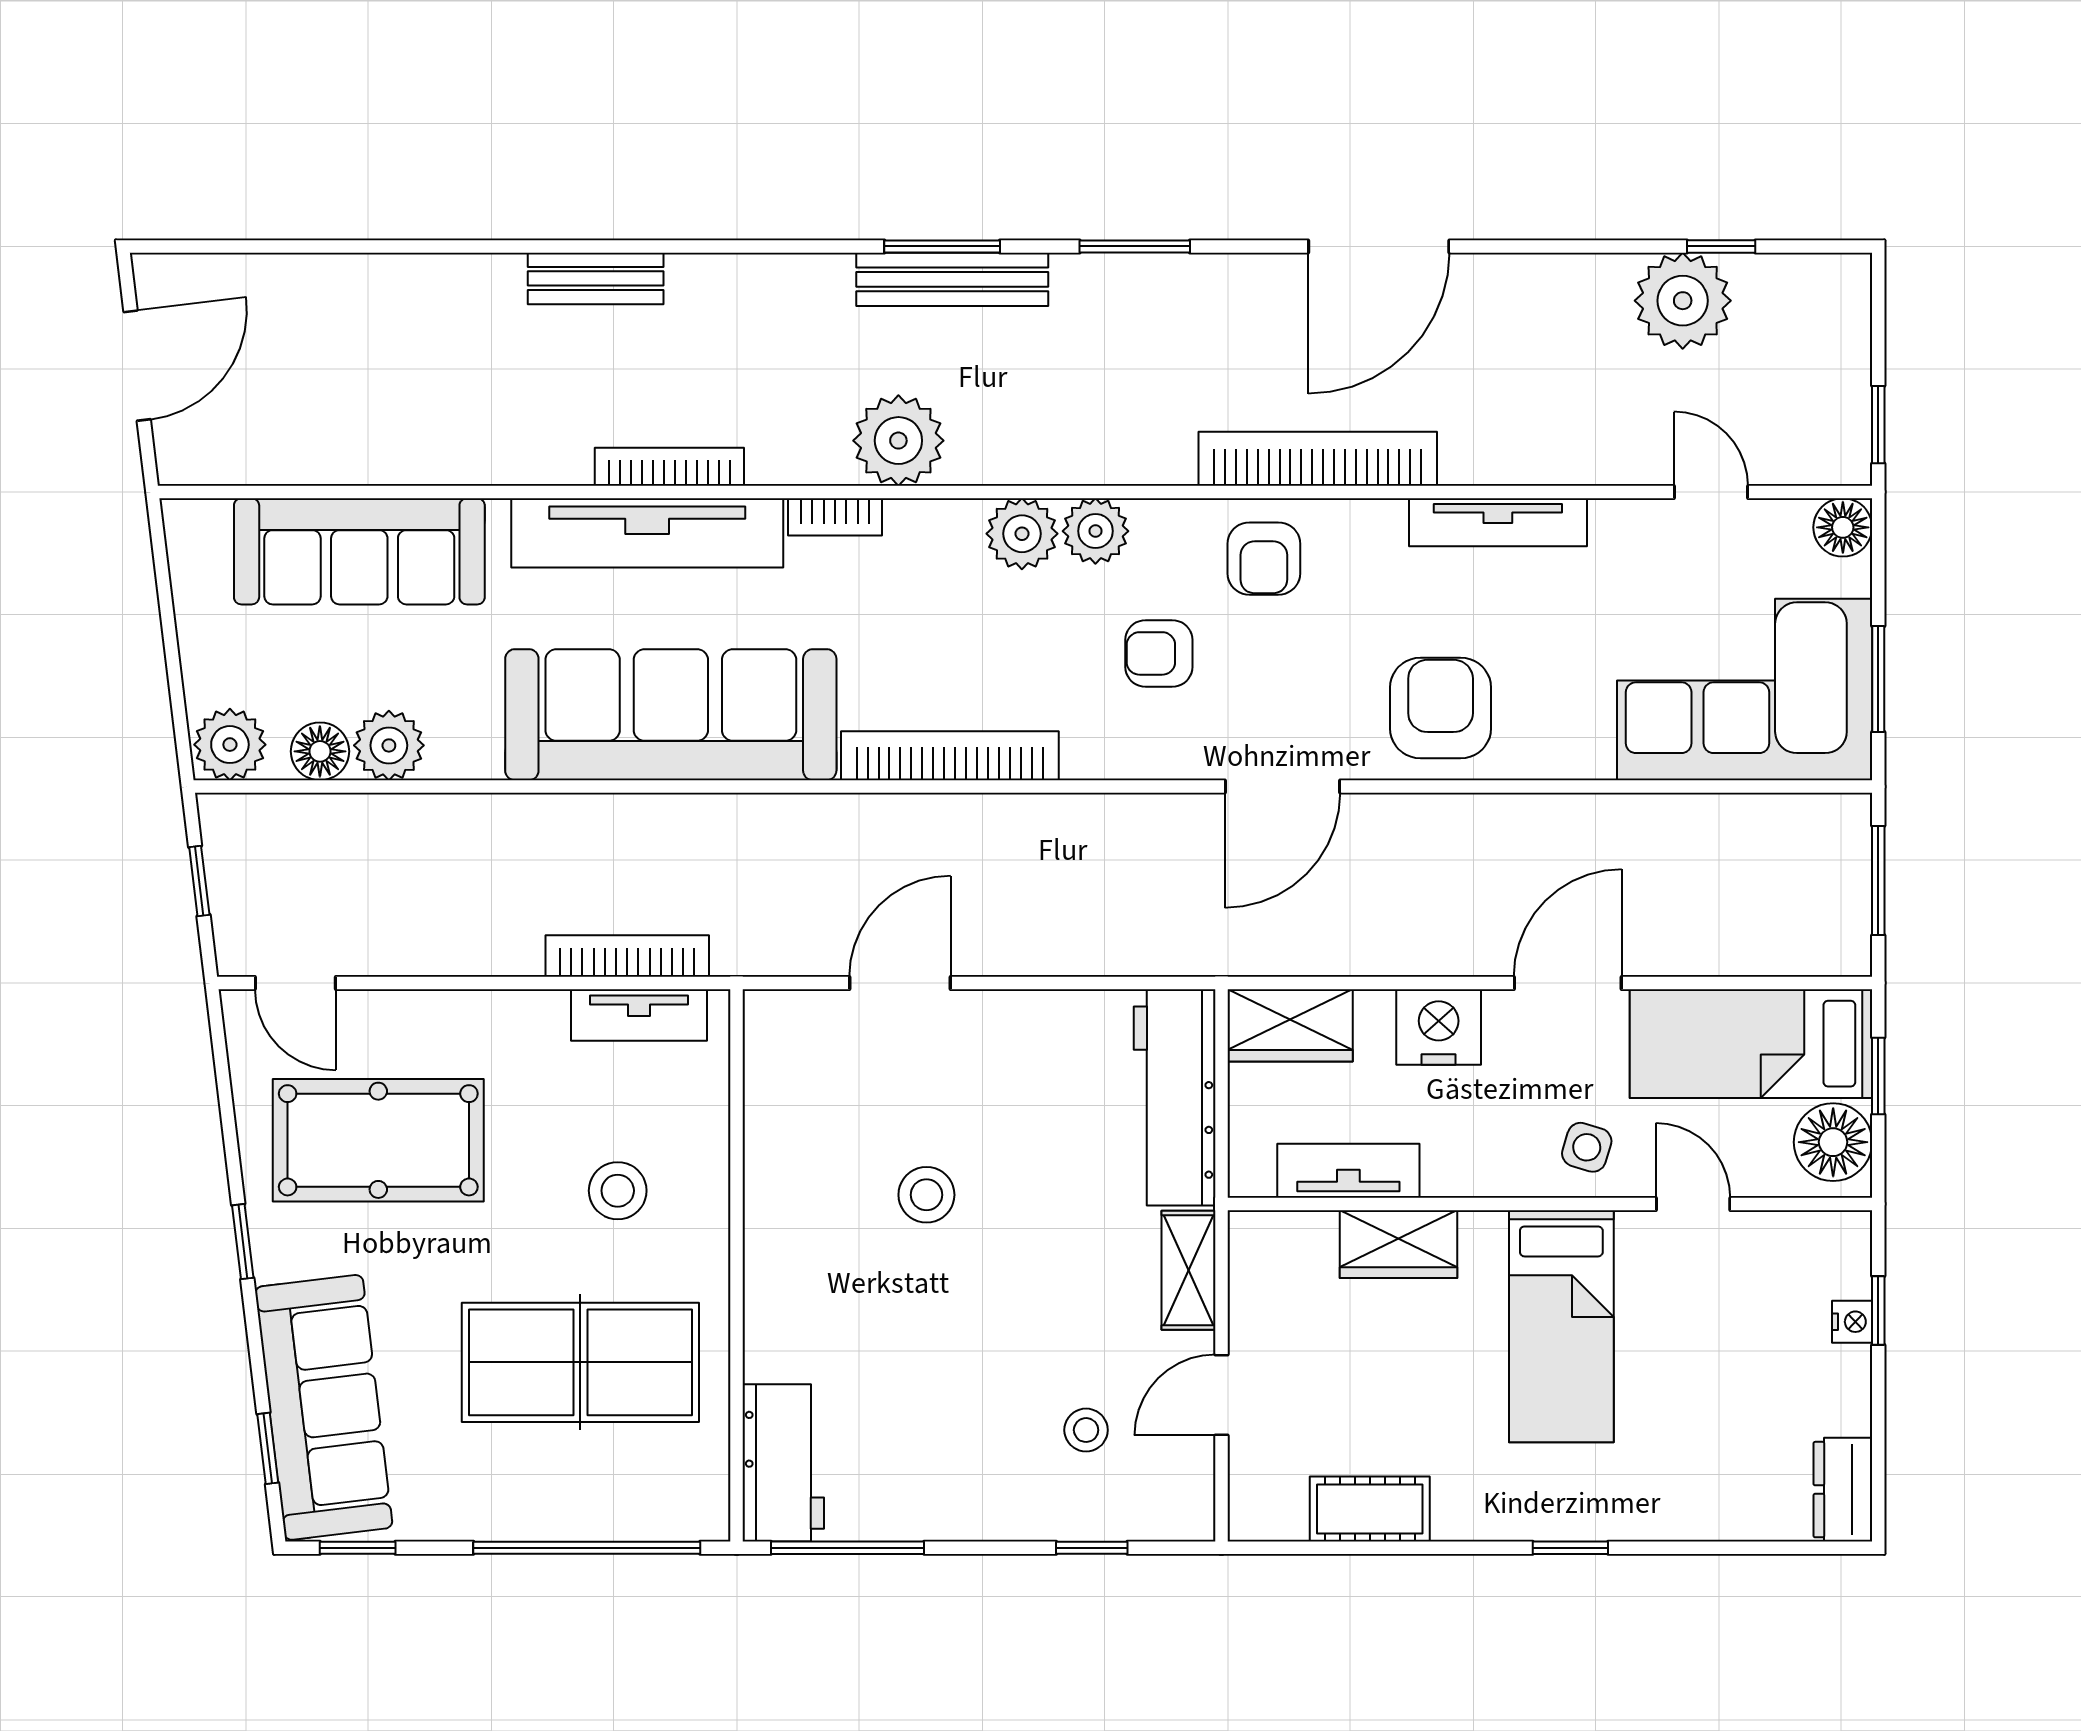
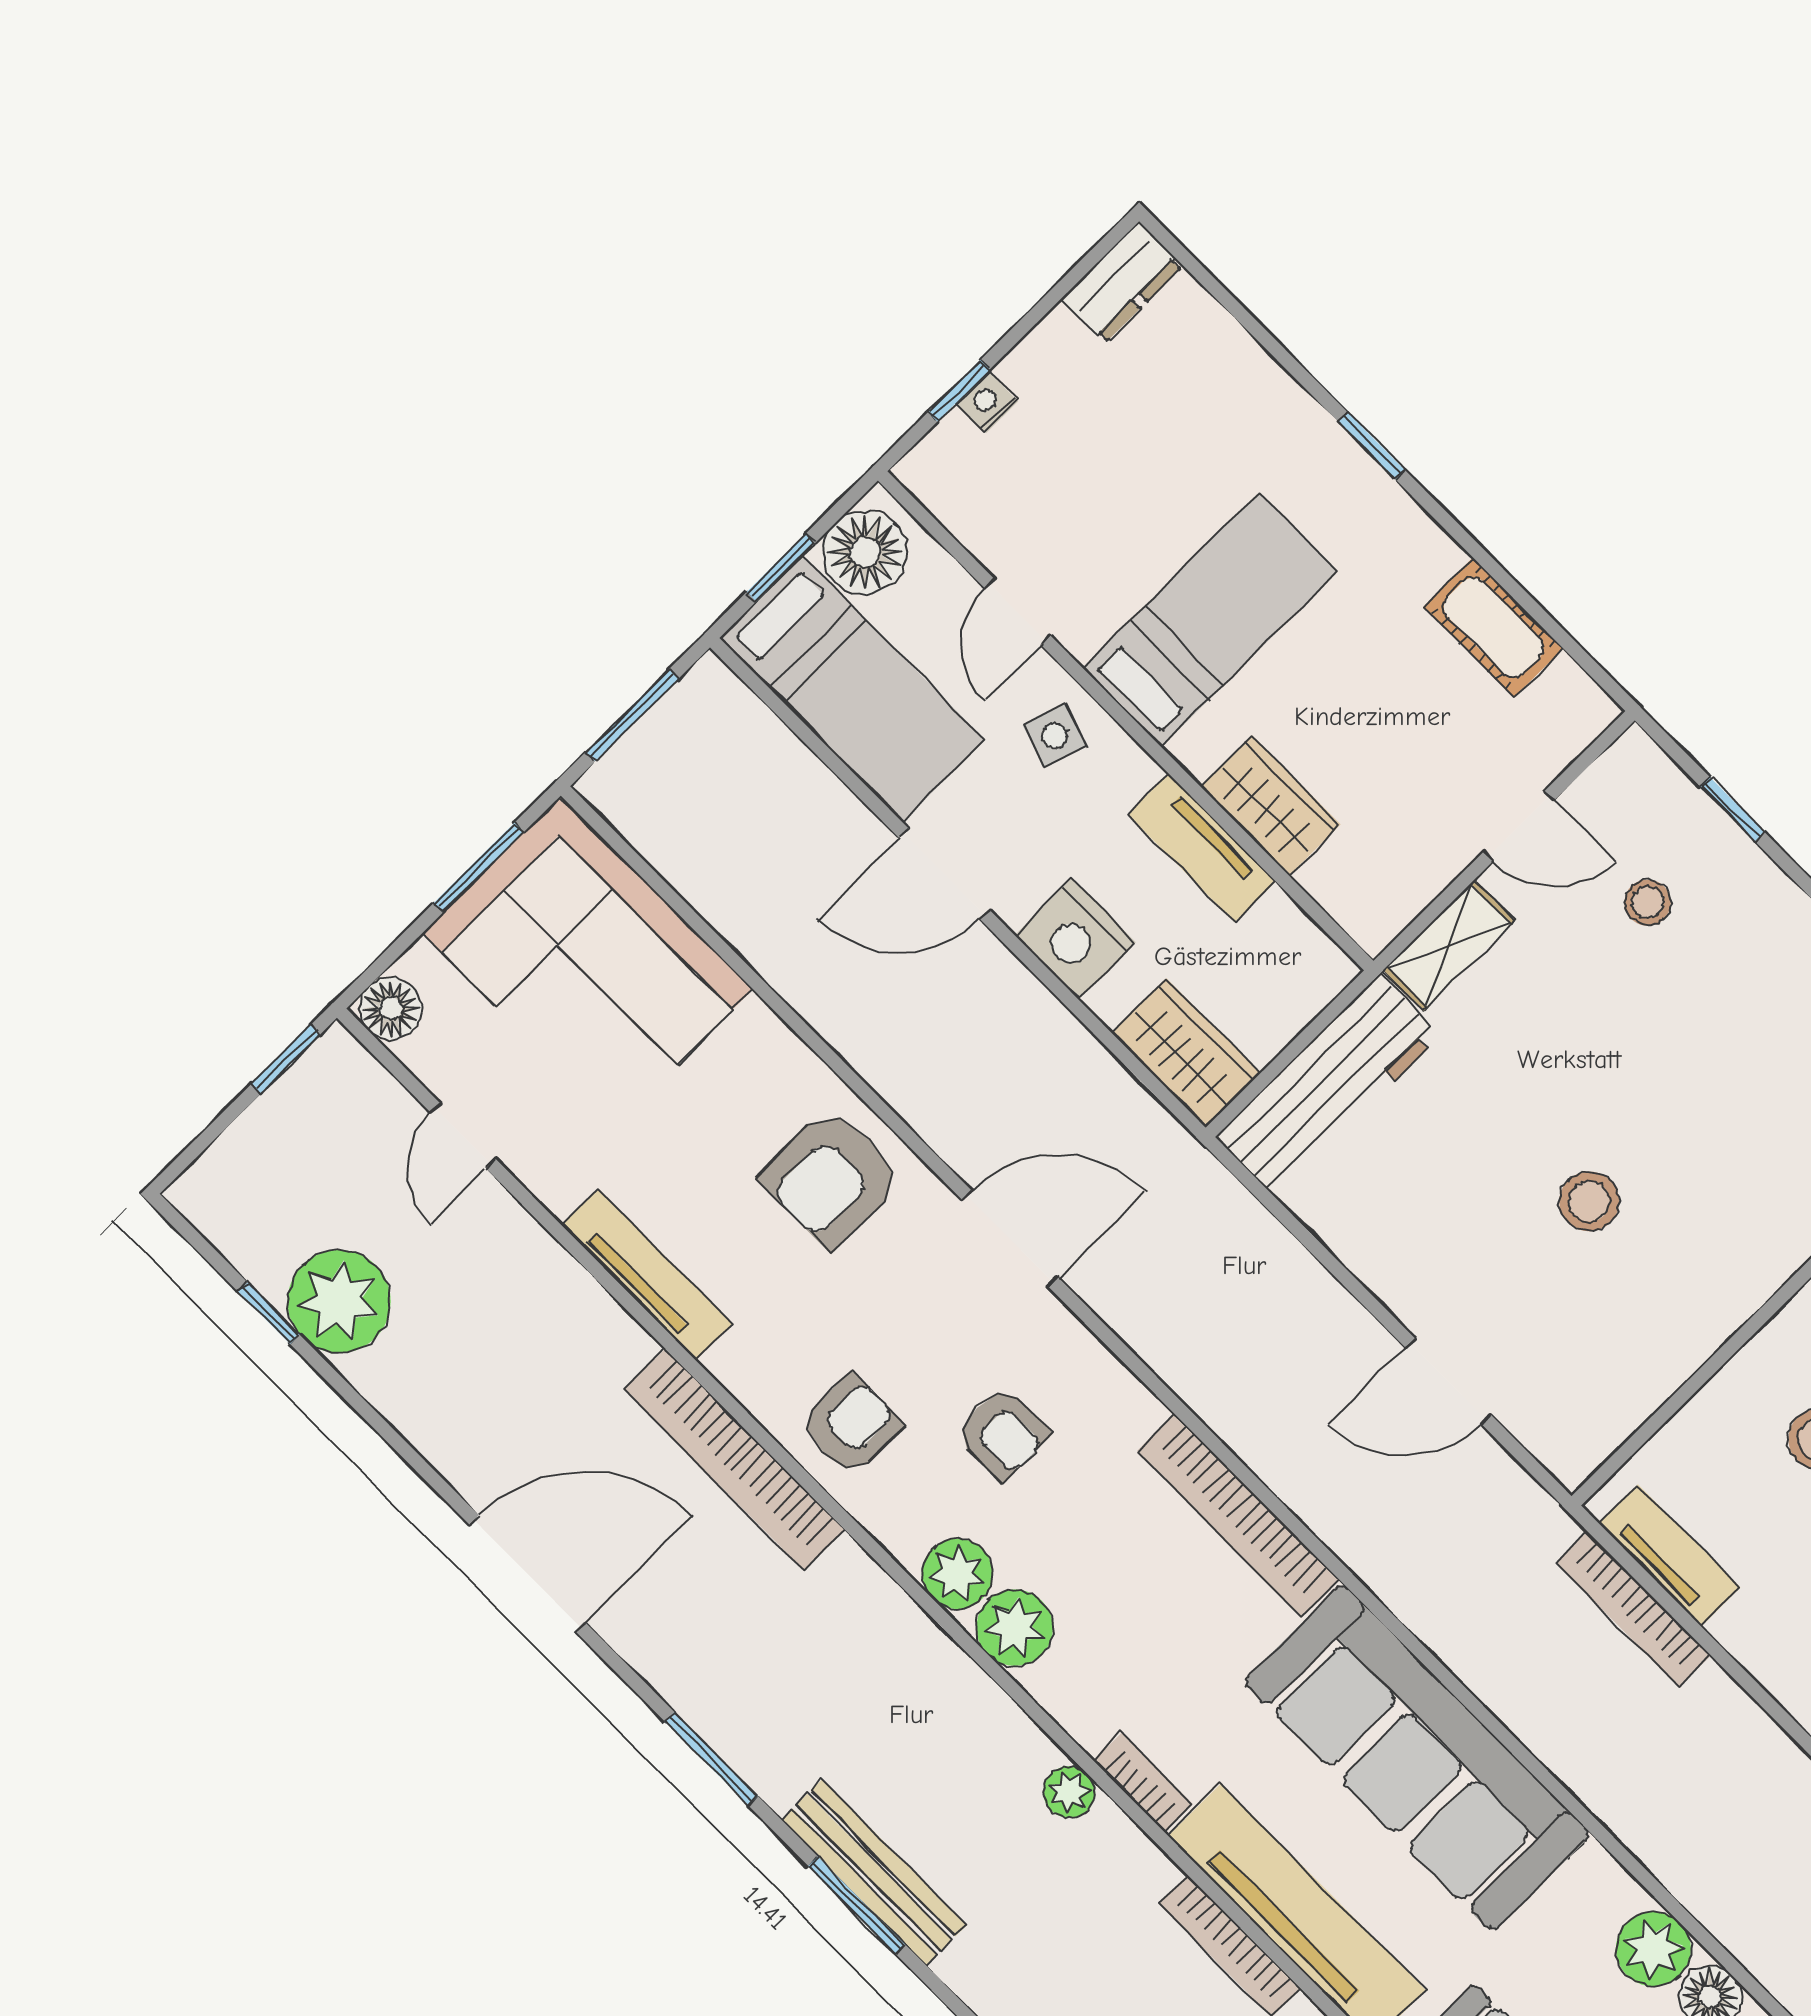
plant: (898, 441) -> (1069, 1792), width x0.53, depth x0.53
tv unit: (1348, 1171) -> (1202, 848), moved

